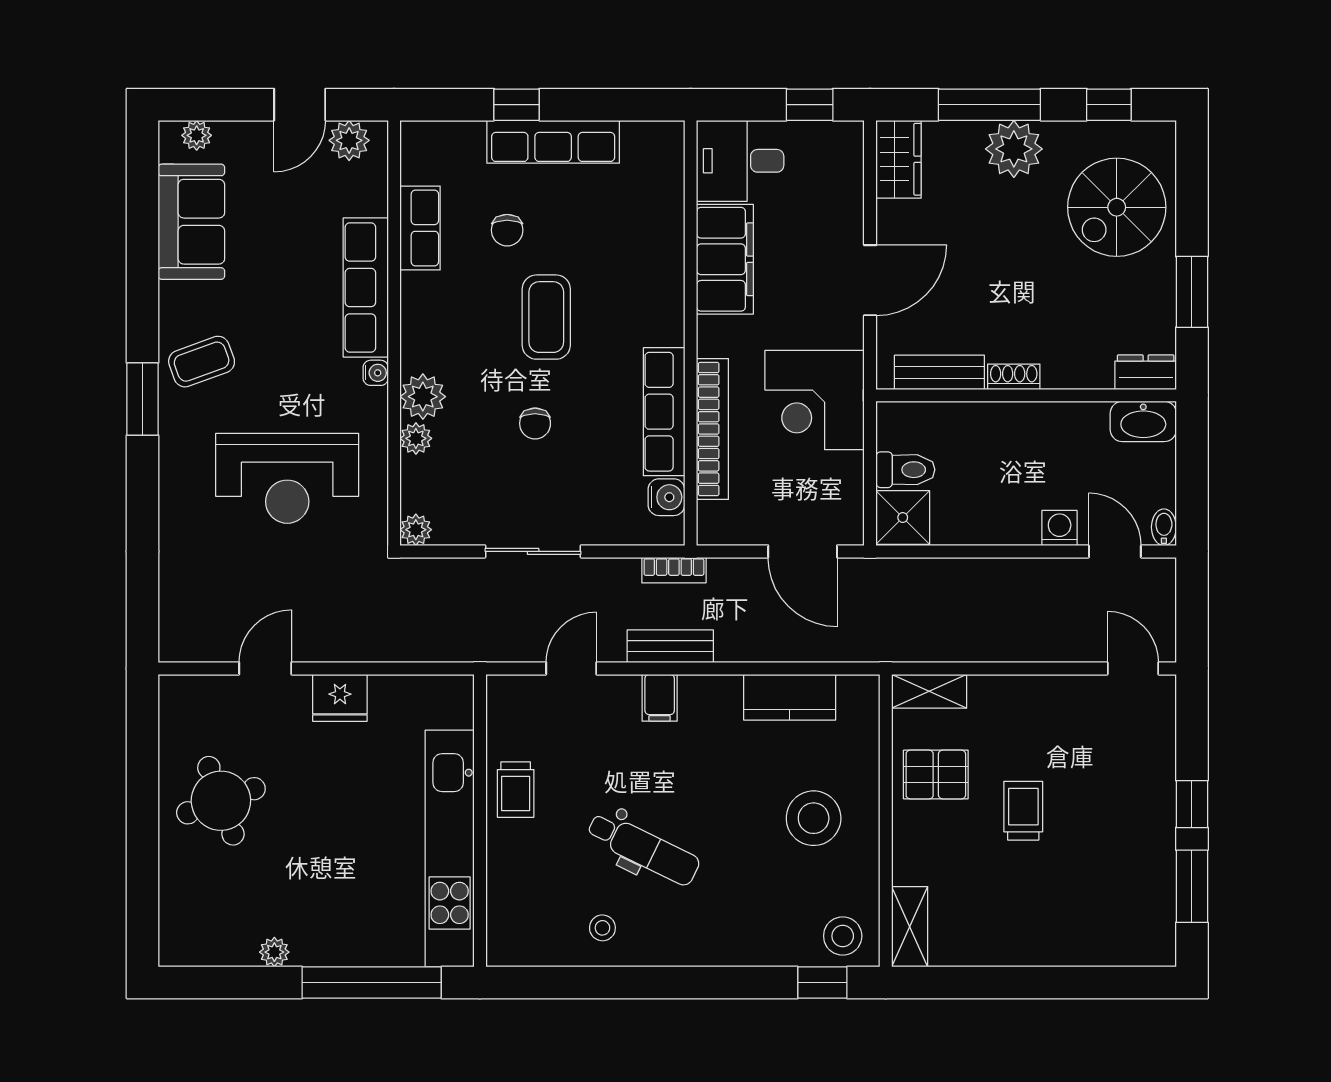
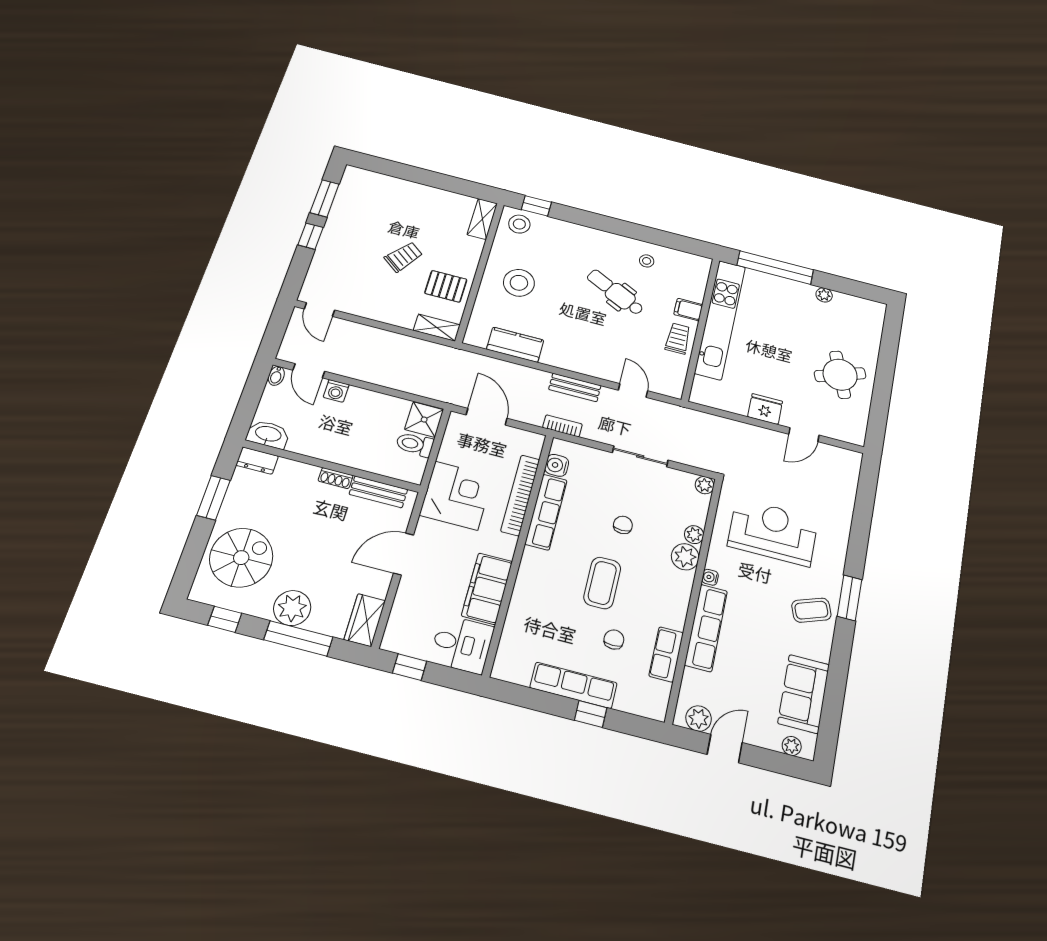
door: (571, 668) -> (633, 391), swing flipped
filing cabinet: (660, 698) -> (688, 310), moved, turned -90
trolley: (1023, 811) -> (404, 257), turned -142

